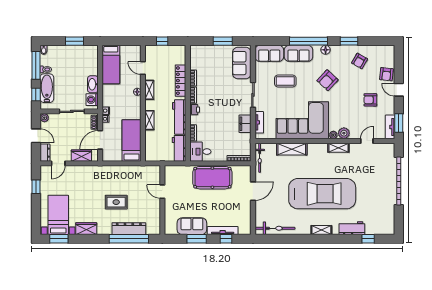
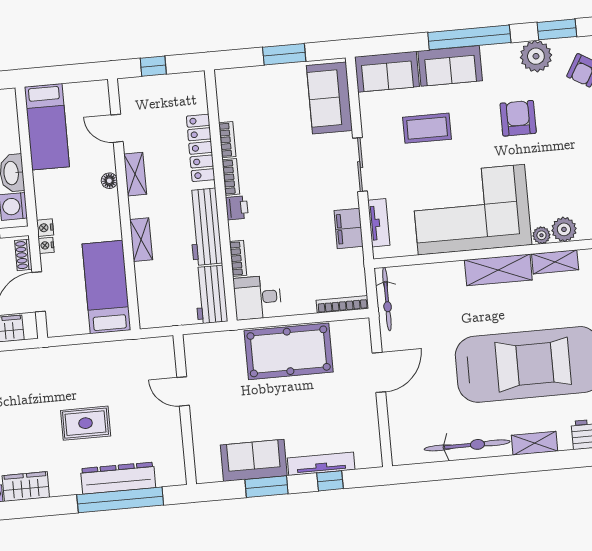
floor lamp: (326, 50) -> (508, 53), removed
plant: (338, 53) -> (536, 56), added
armchair: (327, 80) -> (518, 118), turned 137
shelving: (292, 149) -> (498, 270), moved
bicycle: (275, 228) -> (467, 445), moved

